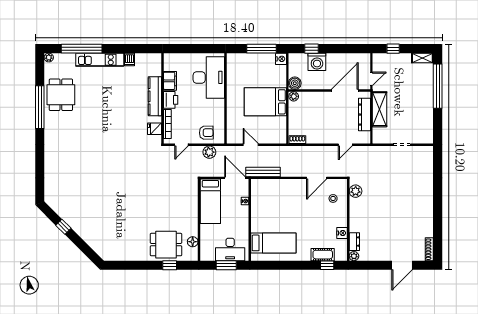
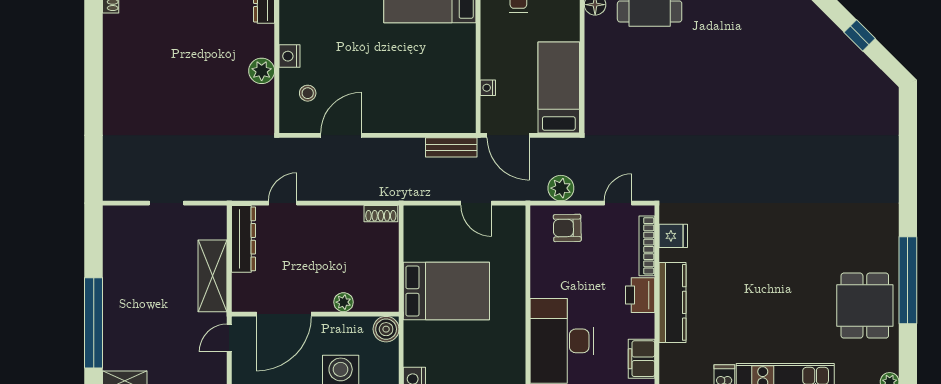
filing cabinet: (170, 81) -> (641, 359), moved
plant: (294, 96) -> (343, 302), moved
dresser: (364, 115) -> (243, 239), moved
bench: (263, 172) -> (451, 147), width x0.73
plant: (356, 191) -> (262, 71), moved
nightstand: (342, 233) -> (289, 56), moved

